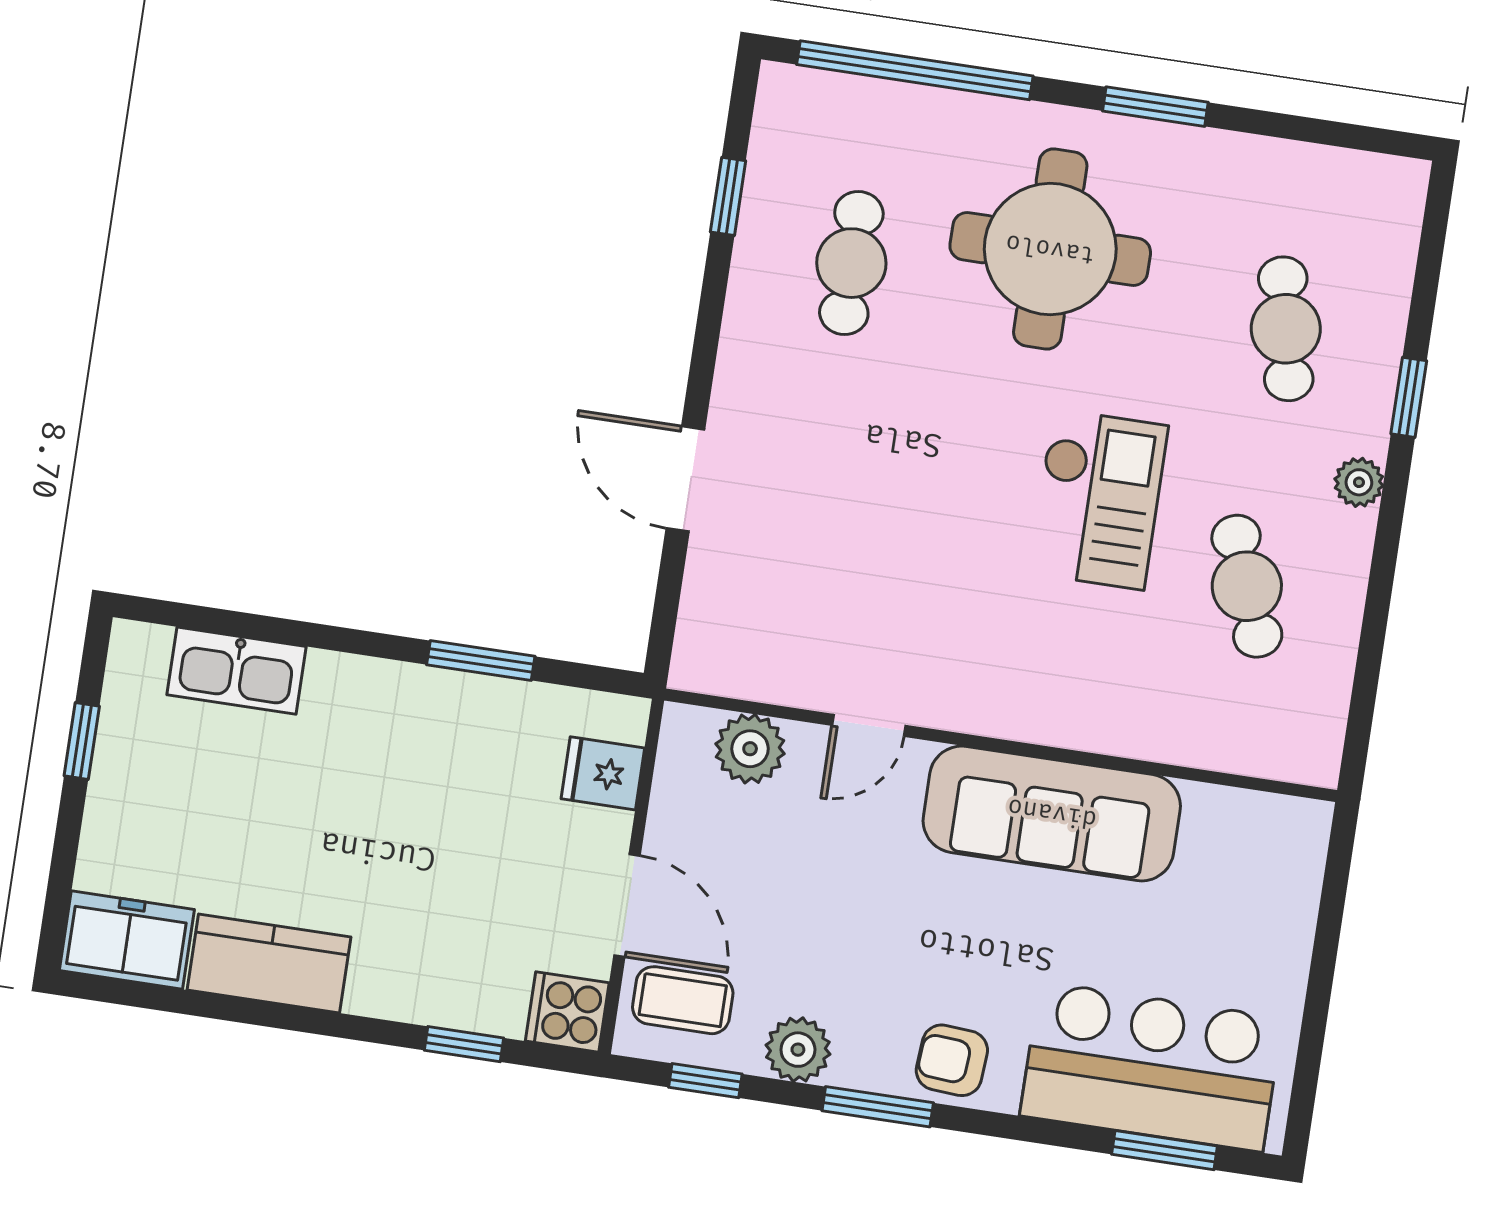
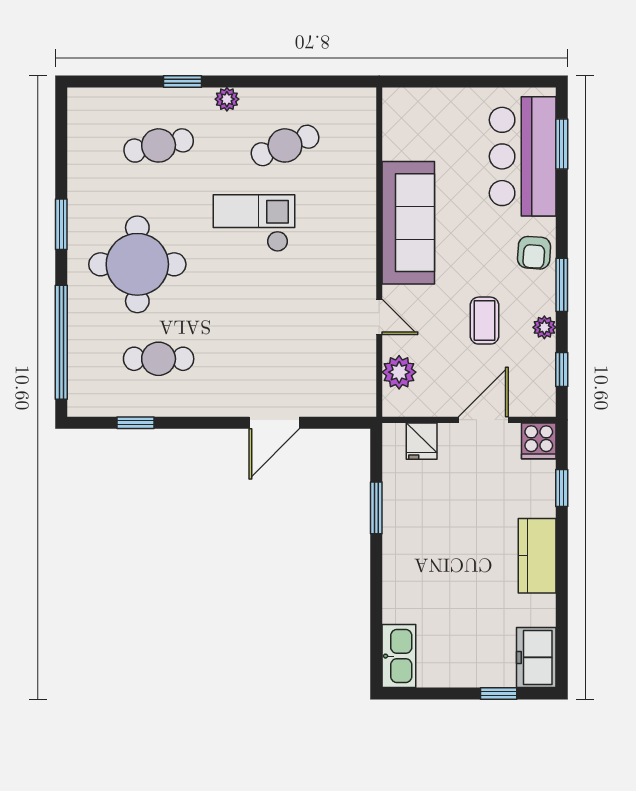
kitchen sink: (237, 671) -> (399, 656), moved
window: (82, 741) -> (499, 694), moved
kitchen counter: (269, 964) -> (537, 556), moved
coffee table: (683, 1000) -> (485, 321), moved
plant: (798, 1050) -> (544, 327), width x0.73, depth x0.73

